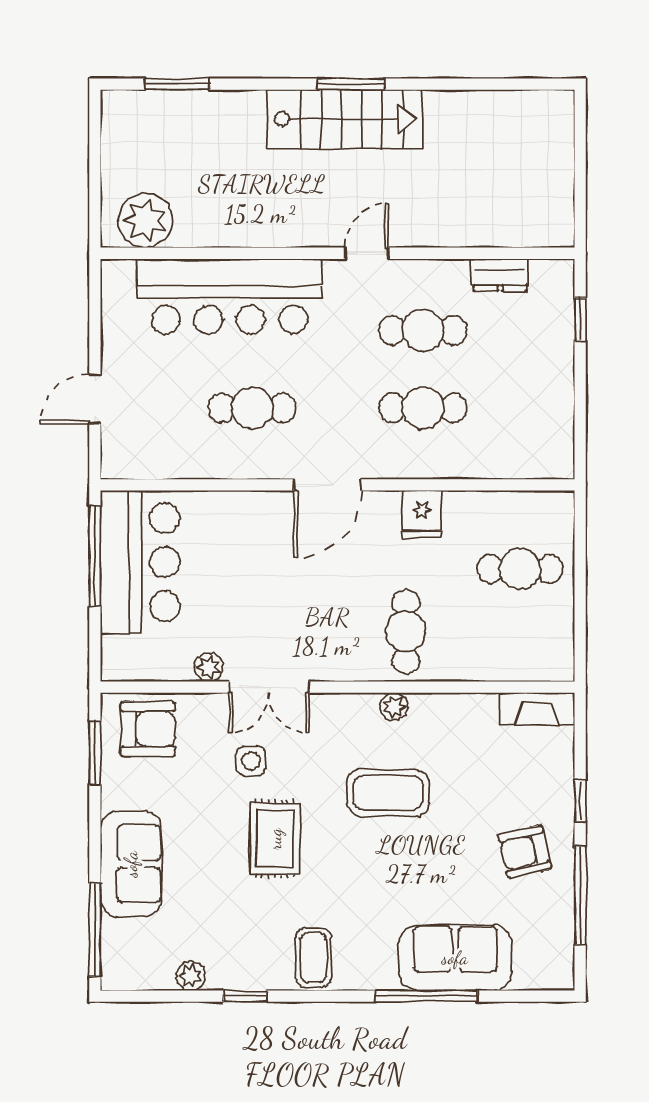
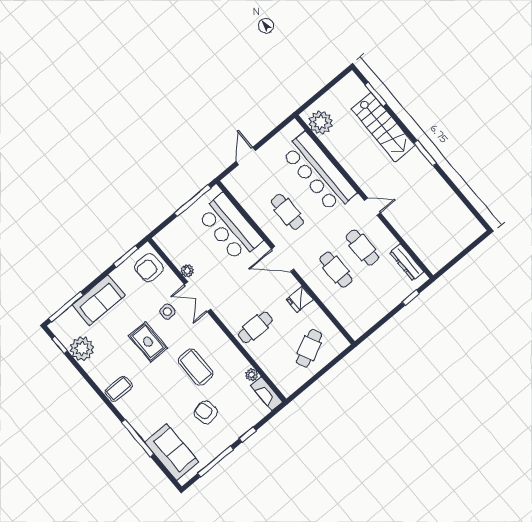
stairs: (345, 119) -> (383, 127), moved
dresser: (500, 275) -> (407, 262), width x1.44
door: (95, 399) -> (246, 156), hinge flipped
bar counter: (140, 562) -> (230, 227), moved, turned 90
cafe table: (520, 569) -> (309, 348), turned 64
plant: (394, 707) -> (252, 375), moved
armchair: (148, 729) -> (149, 268), turned 90
rug: (275, 839) -> (148, 342), turned 90
armchair: (525, 852) -> (206, 412), moved
sofa: (455, 958) -> (172, 452), moved
plant: (191, 976) -> (82, 349), width x1.88, depth x1.88
window: (245, 996) -> (60, 345), moved

